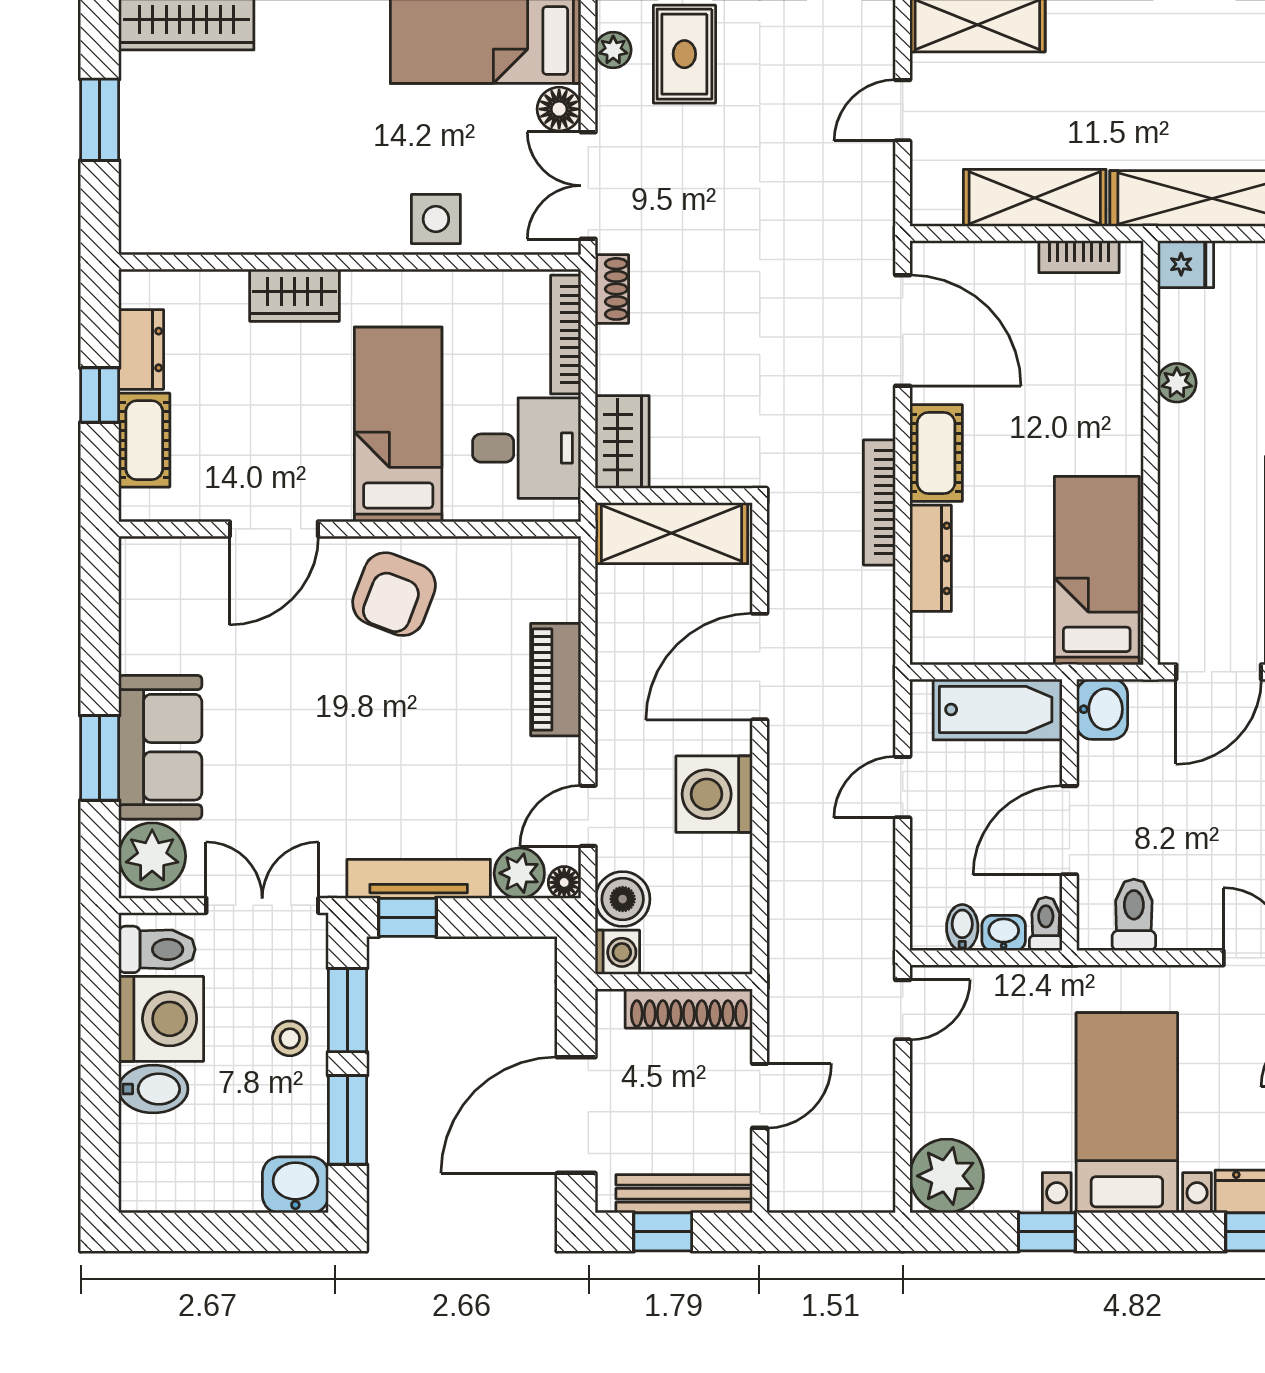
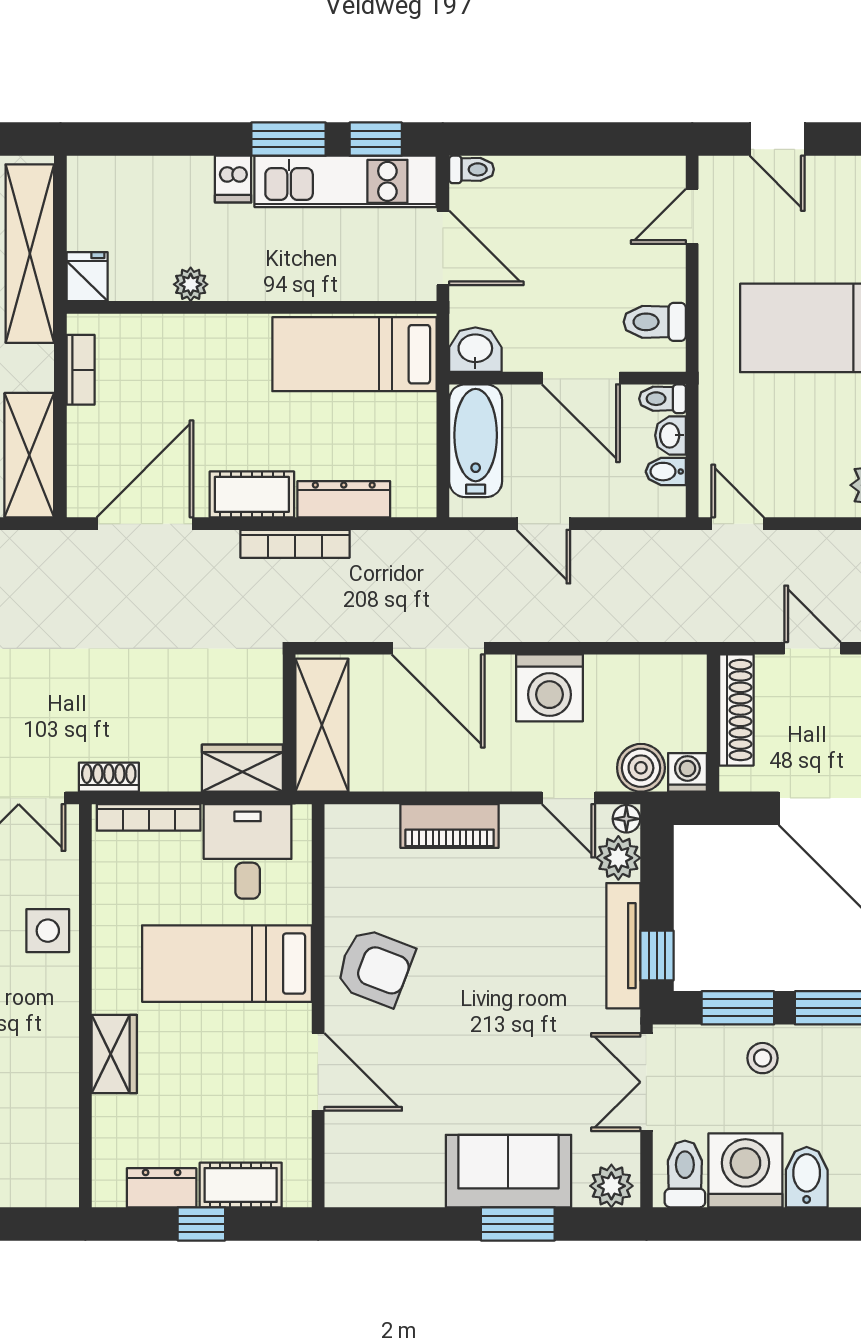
shelving: (1035, 198) -> (29, 455), moved
plant: (152, 856) -> (611, 1186), width x0.73, depth x0.73

